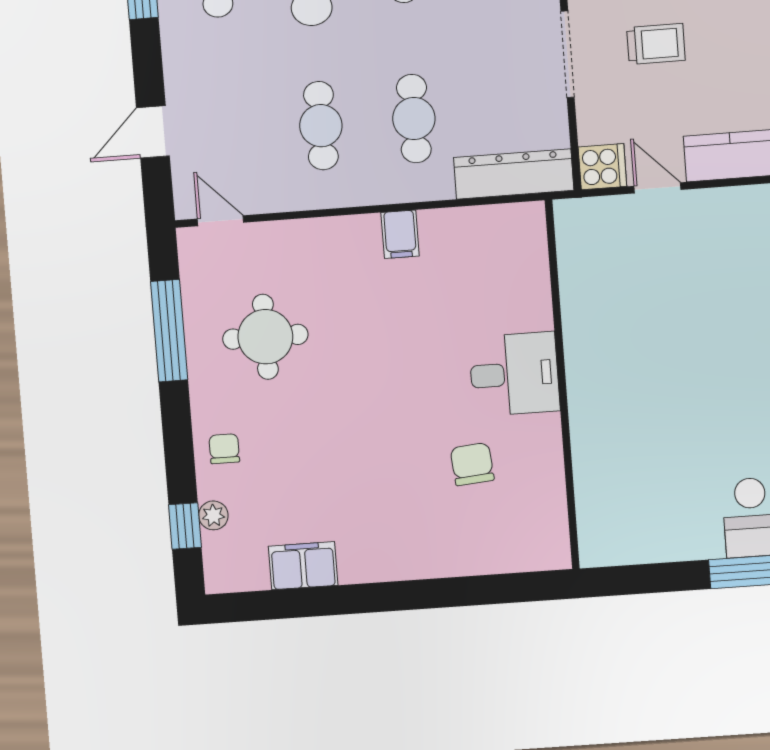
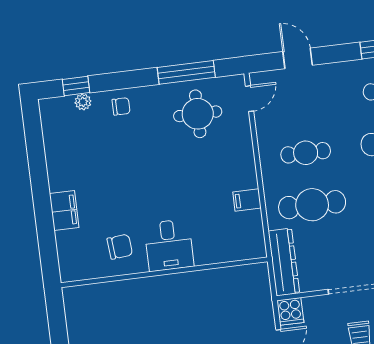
cafe table: (414, 119) -> (312, 205), width x1.37, depth x1.35
round table: (265, 337) -> (198, 114), moved
desk: (514, 374) -> (169, 245), moved
wall: (562, 385) -> (164, 272), moved
filing cabinet: (303, 566) -> (64, 211), moved

